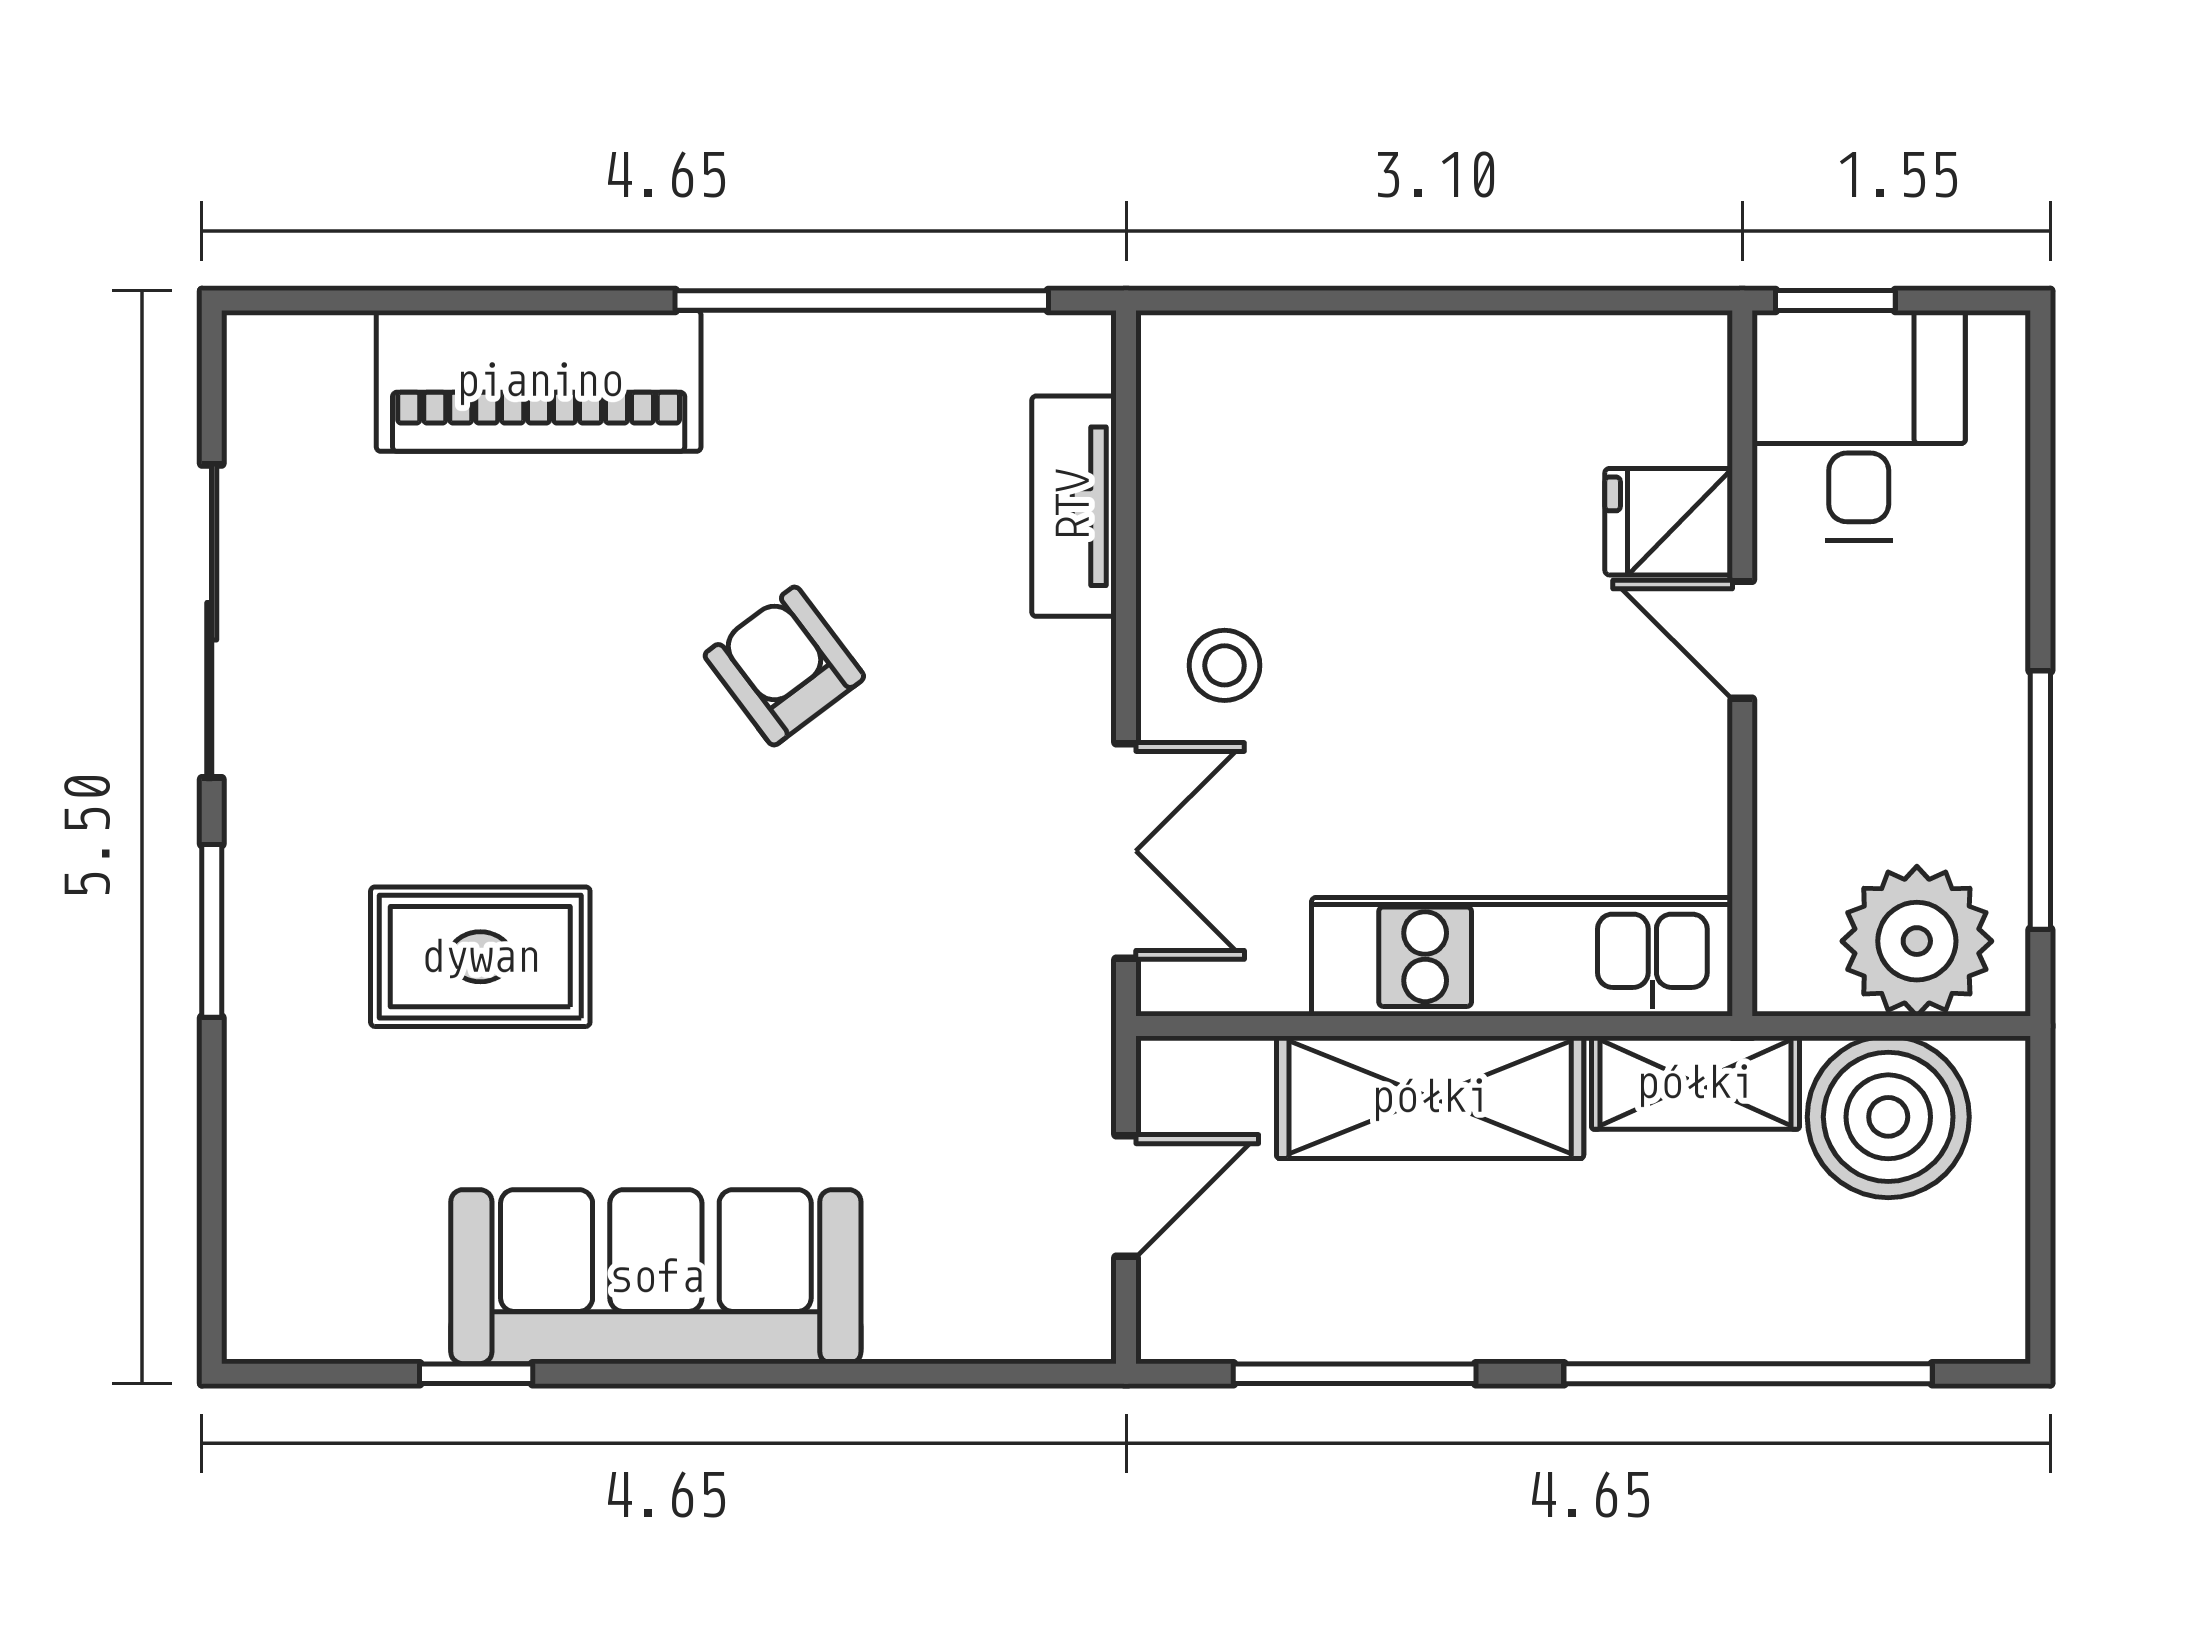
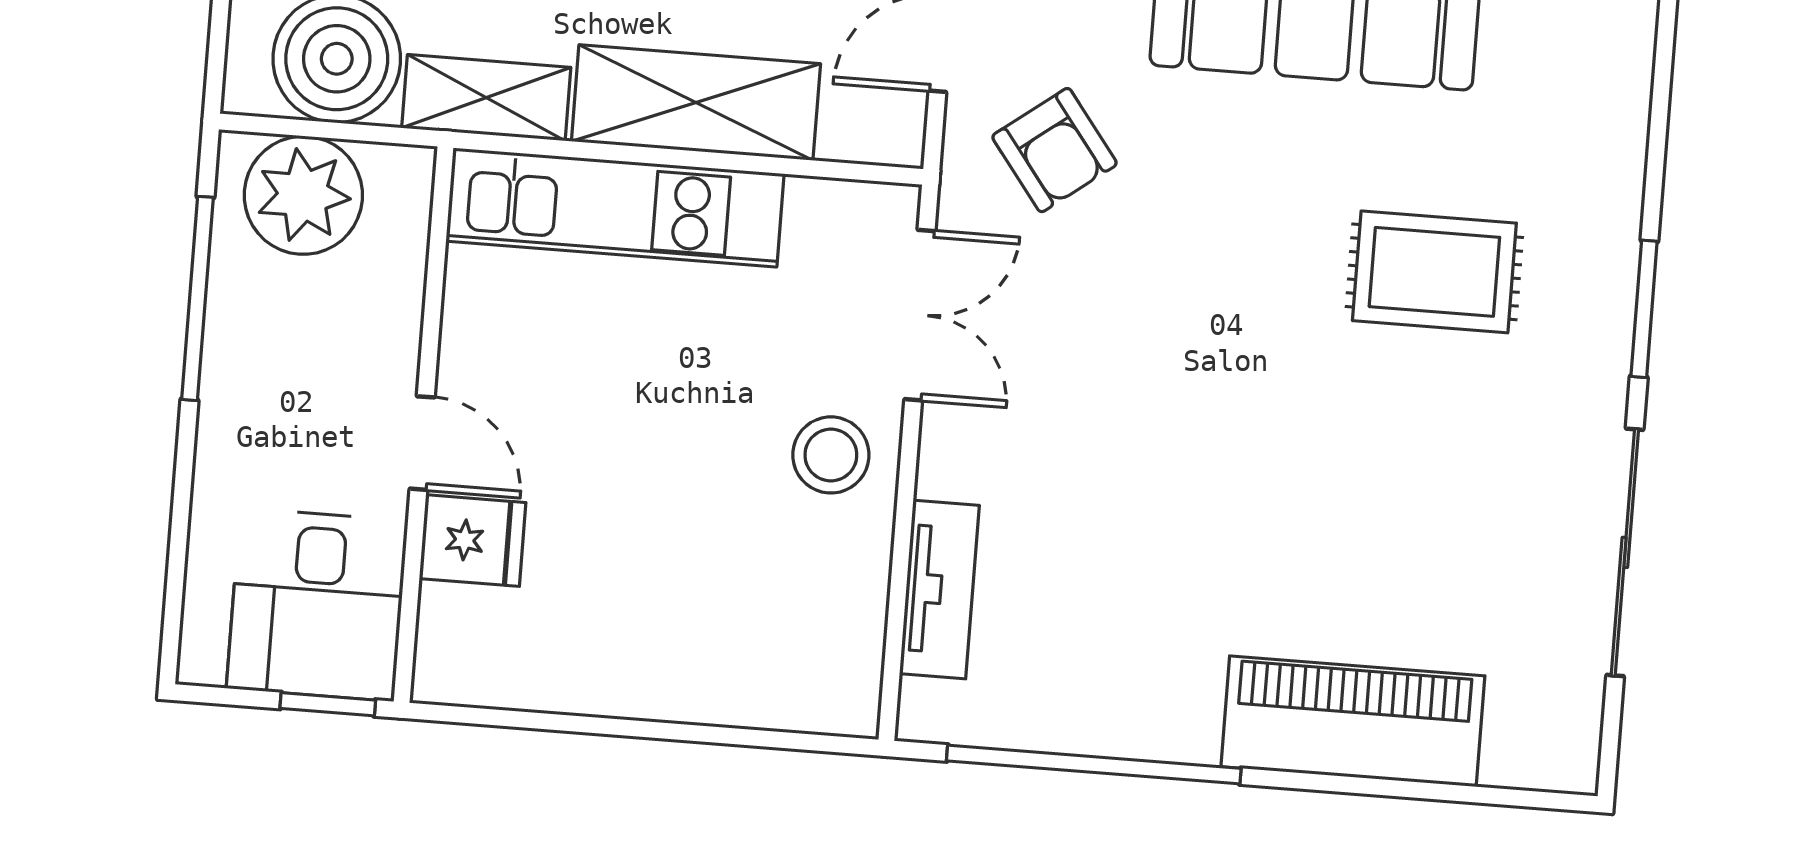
stool: (1225, 665) -> (831, 455), width x1.37, depth x1.37
armchair: (784, 666) -> (1055, 150), moved
double door: (1126, 851) -> (920, 315), swing flipped

